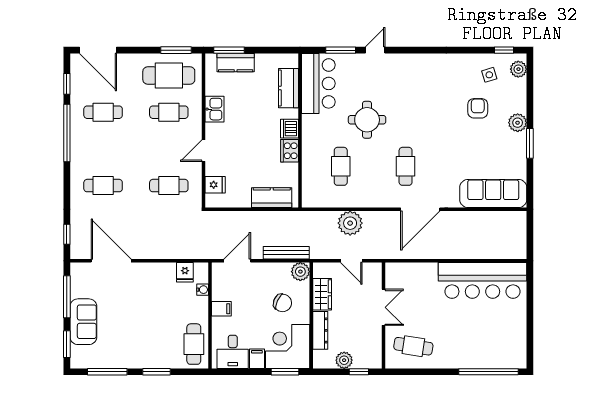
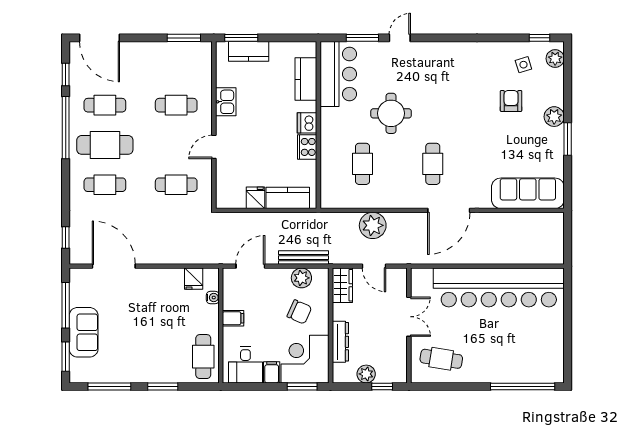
cafe table: (169, 75) -> (105, 145), moved
fridge: (215, 185) -> (255, 198), moved, turned -90
plant: (300, 272) -> (301, 278), moved
bar counter: (482, 280) -> (499, 288), width x1.36
wardrobe: (322, 294) -> (342, 285), moved

